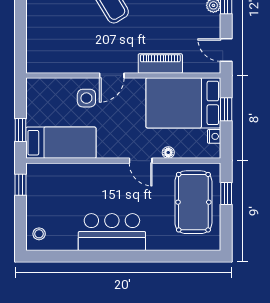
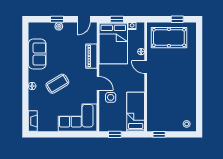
corner sofa: (51, 39) -> (78, 118), added
window: (21, 130) -> (115, 134), moved
door: (141, 161) -> (146, 67), swing flipped
window: (226, 194) -> (177, 19), moved
bar counter: (112, 232) -> (186, 83), removed

